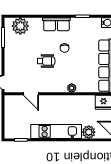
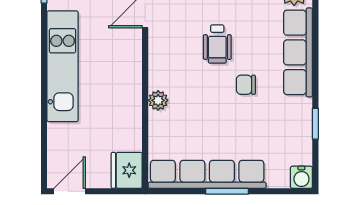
row of seats: (56, 24) -> (298, 52), width x1.48
plant: (89, 132) -> (61, 138), removed

